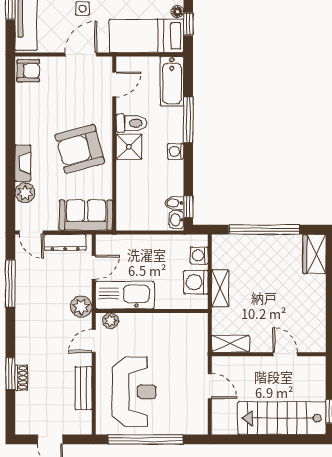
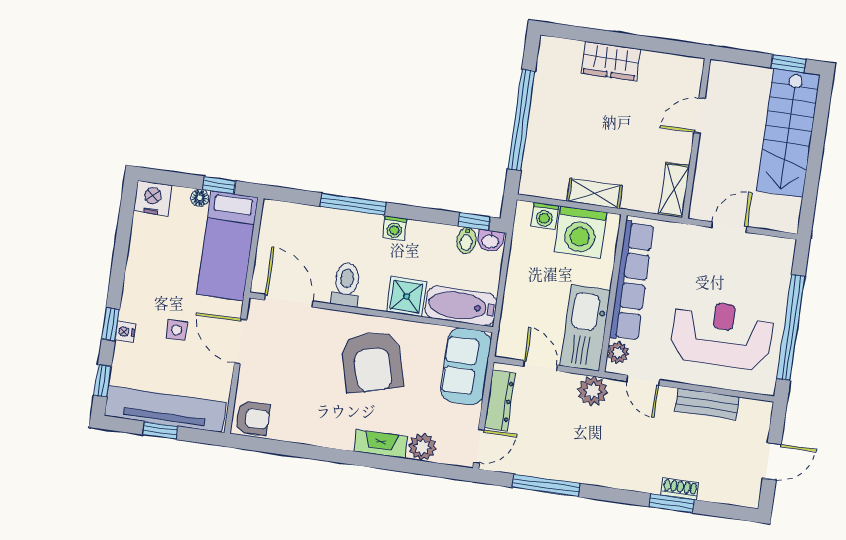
armchair: (28, 71) -> (253, 418), turned 90
bathtub: (172, 81) -> (461, 306), moved, turned 180
door: (114, 84) -> (289, 301), width x1.38
shower: (129, 147) -> (406, 296), moved
wardrobe: (315, 254) -> (611, 61), moved
washing machine: (196, 282) -> (580, 232), width x1.37, depth x1.37
row of seats: (162, 323) -> (632, 281), added

